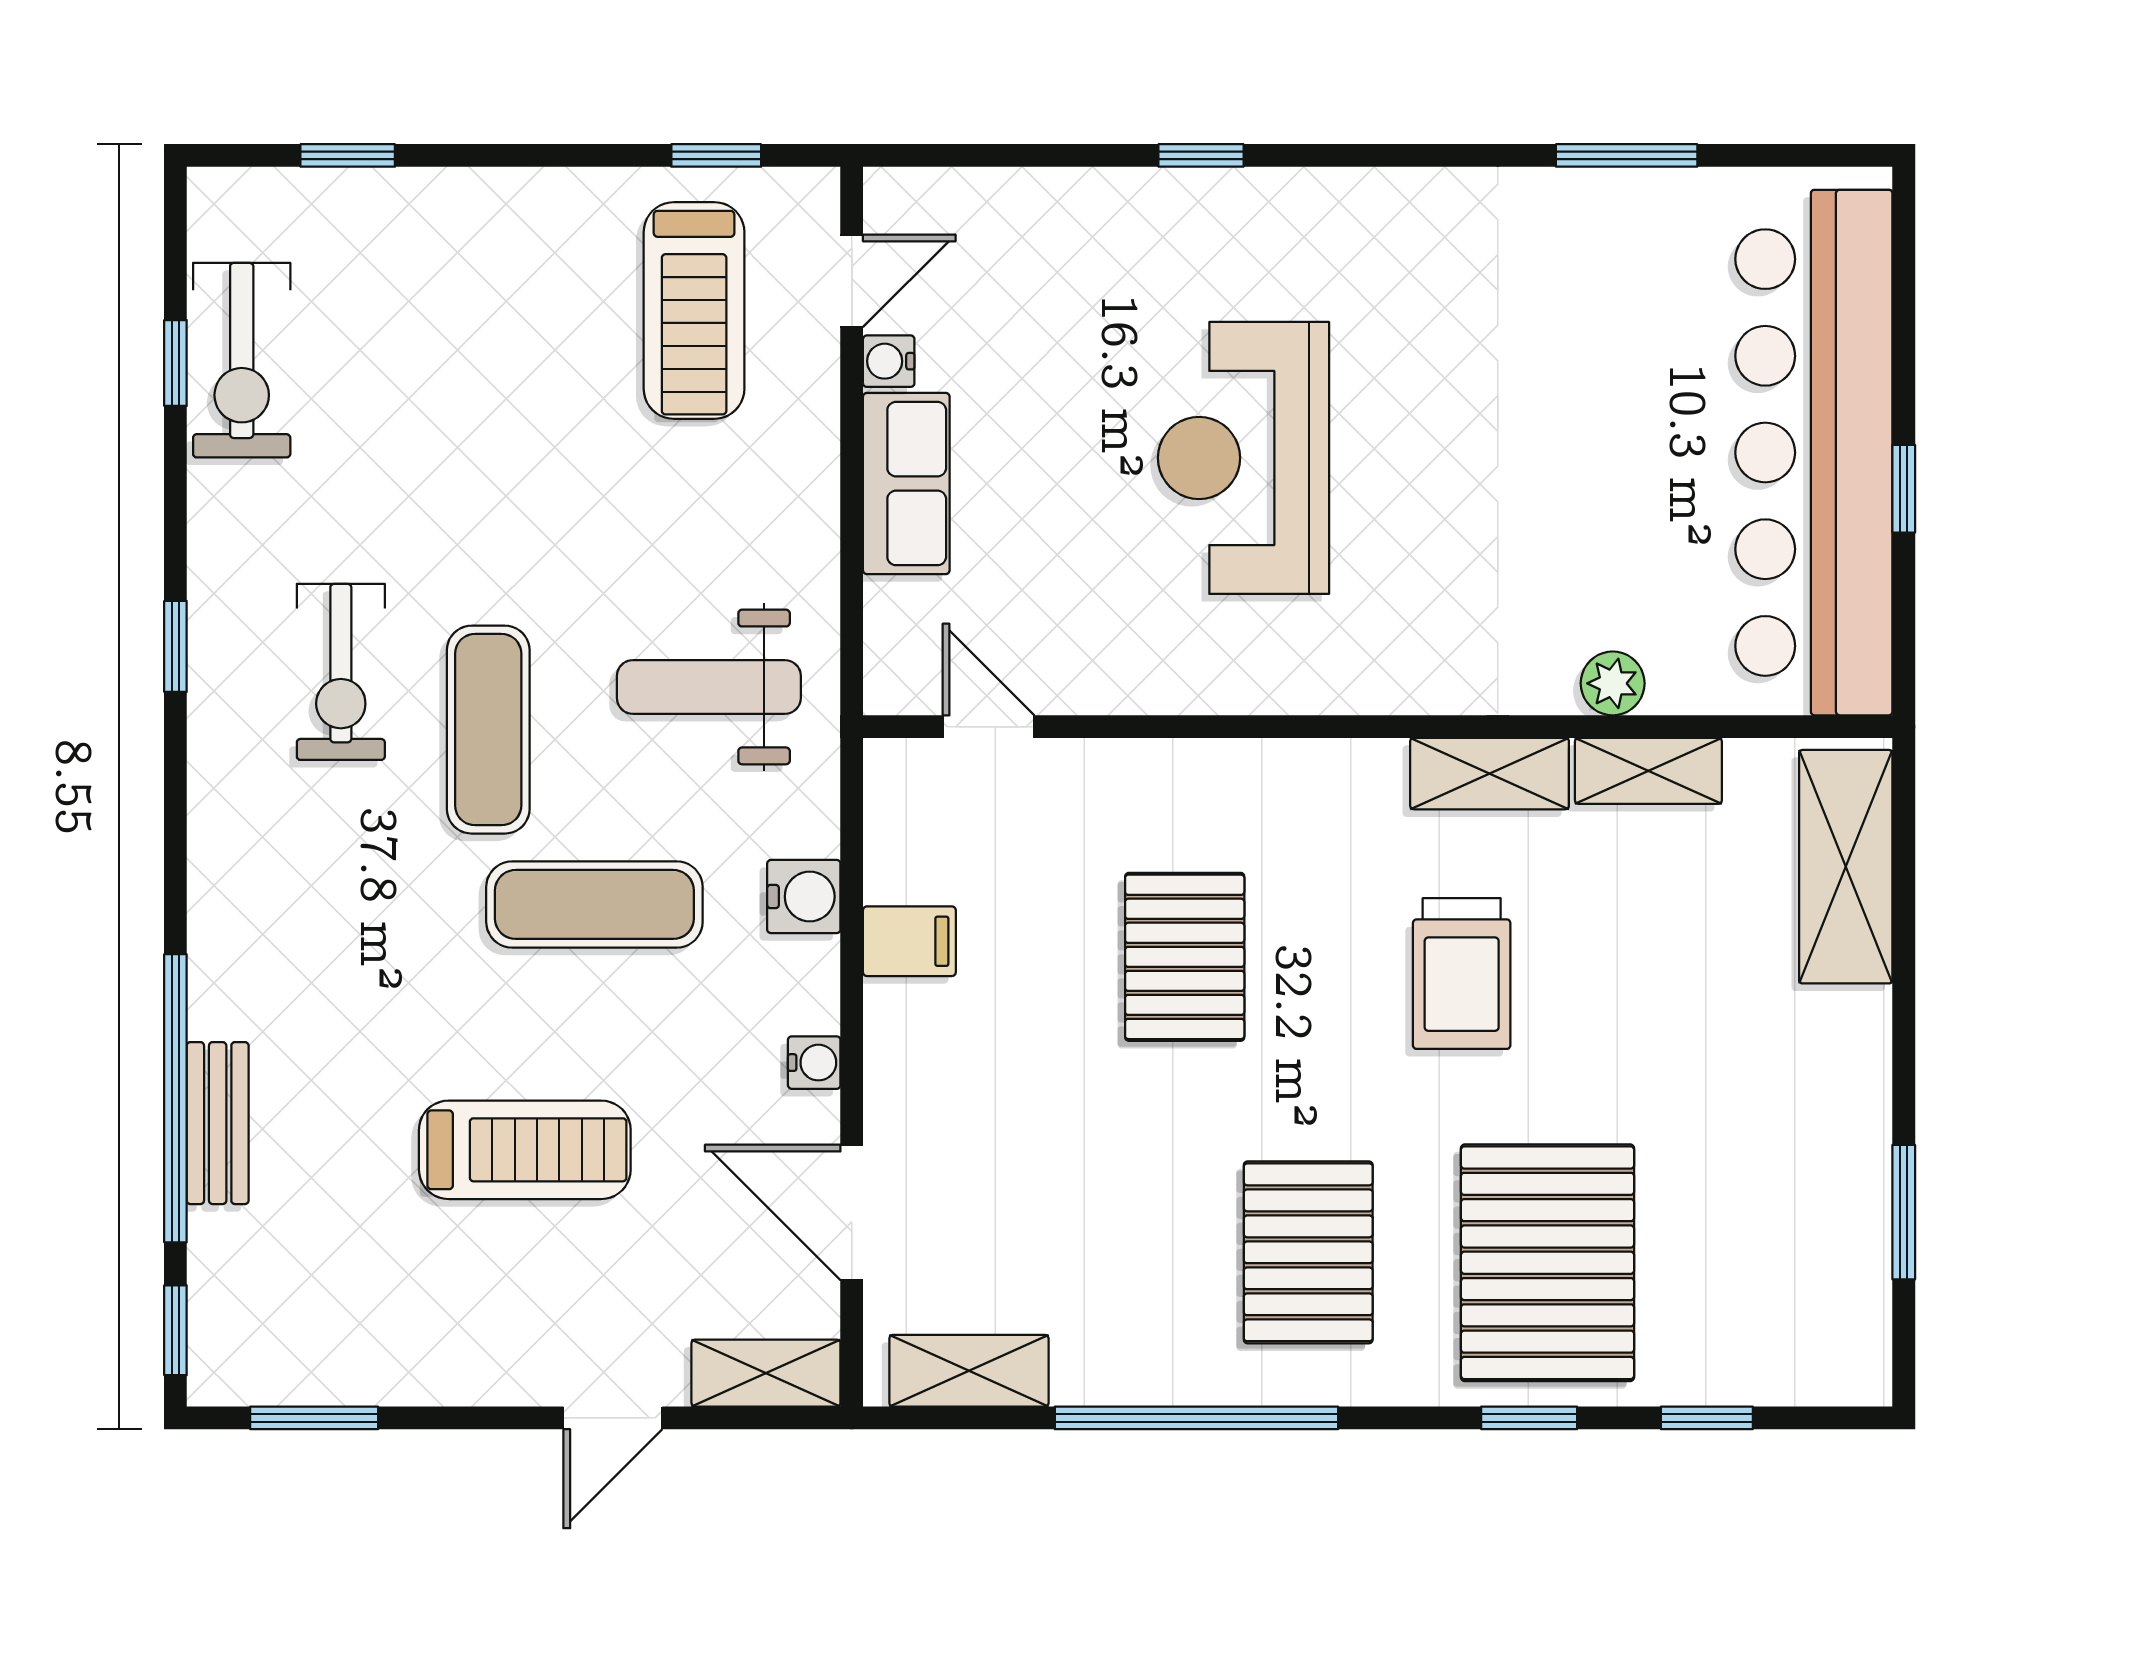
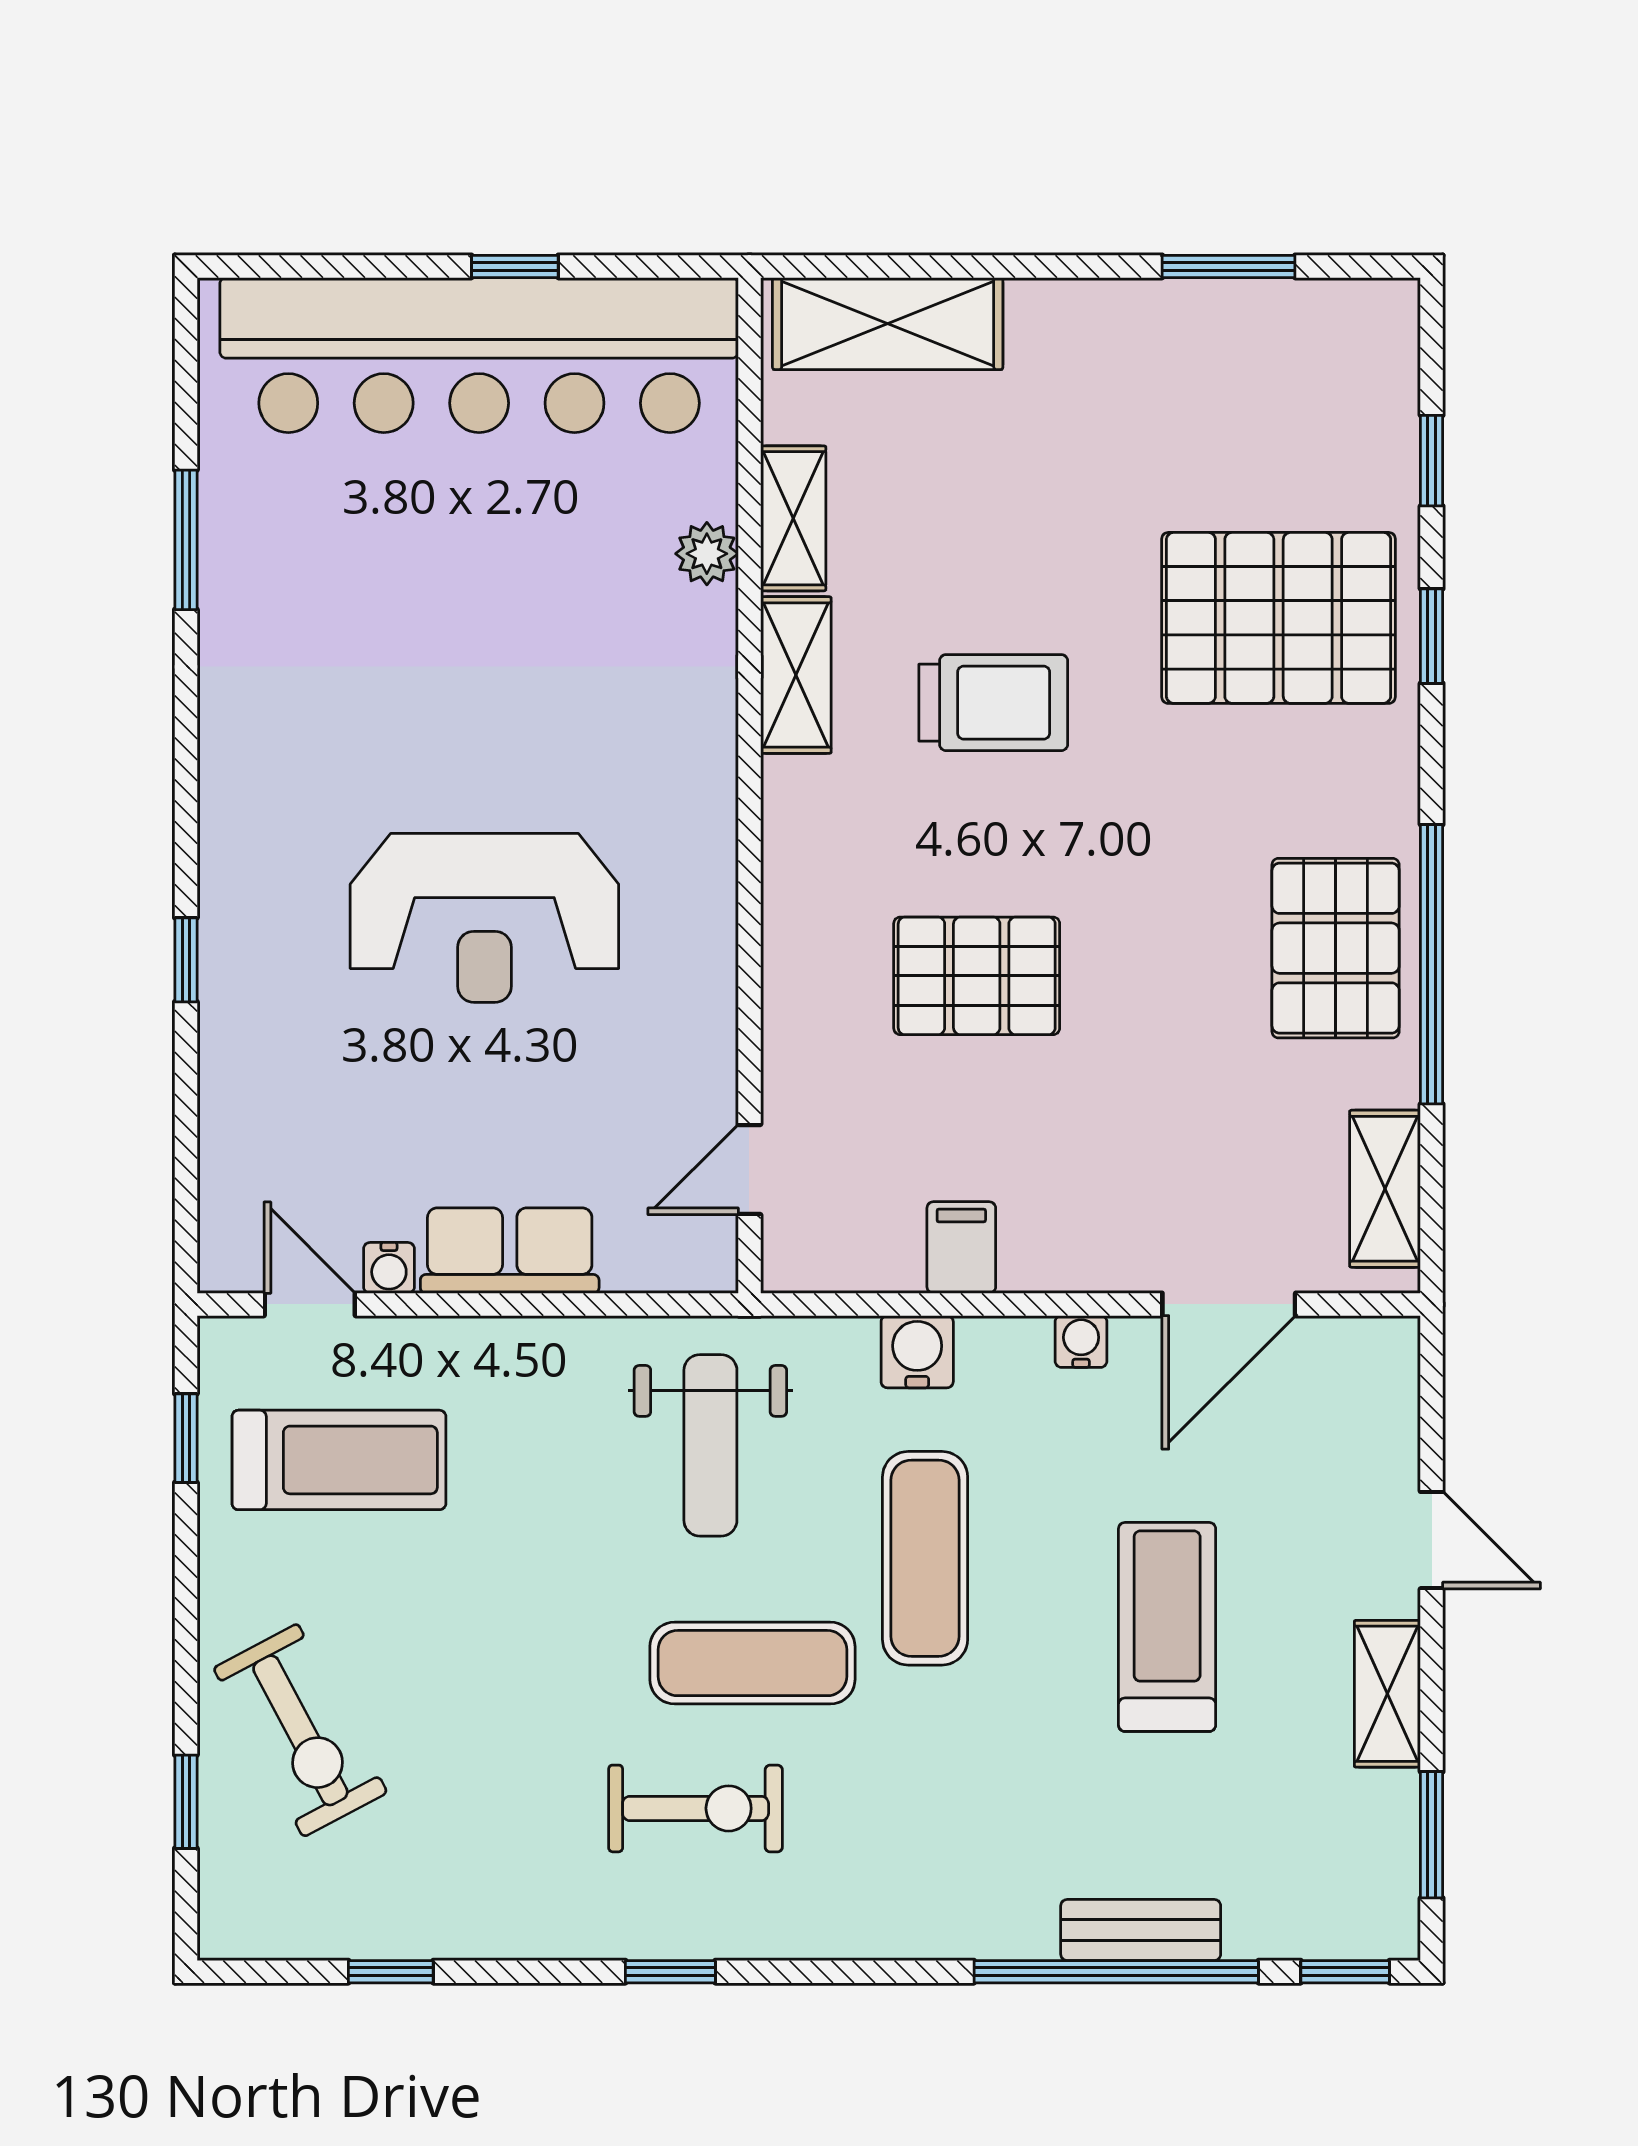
exercise bike: (242, 360) -> (300, 1730), moved, turned 62
pallet: (1308, 1252) -> (1336, 948), moved, turned 90
shelving: (766, 1373) -> (1387, 1694), moved

